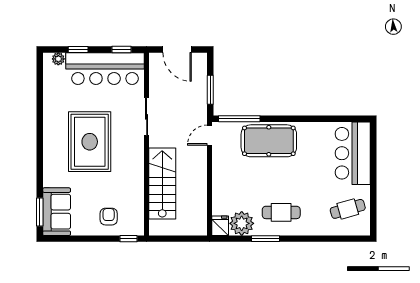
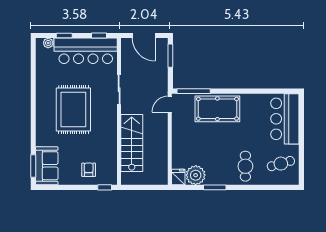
window: (210, 90) -> (170, 56), moved
cafe table: (281, 212) -> (245, 166), moved, turned 90

